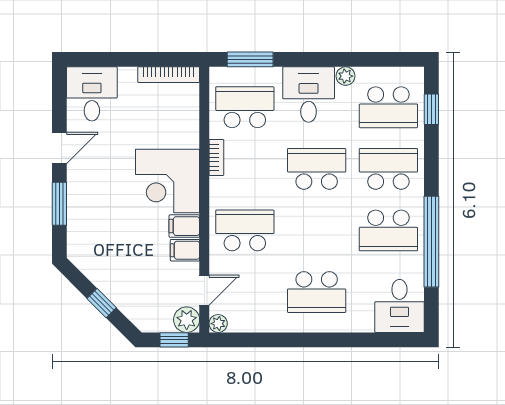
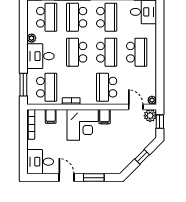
school desk: (245, 107) -> (47, 87), turned 180
school desk: (317, 230) -> (107, 52), added
filing cabinet: (185, 250) -> (51, 116), moved

